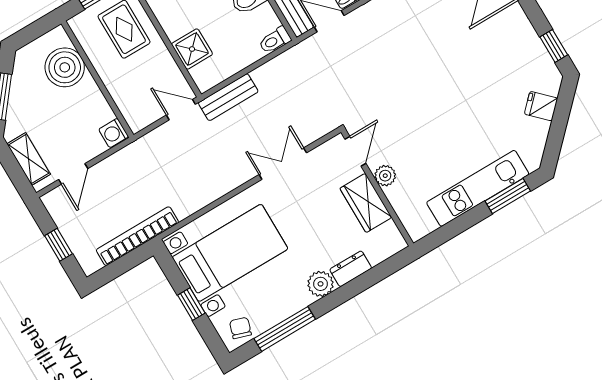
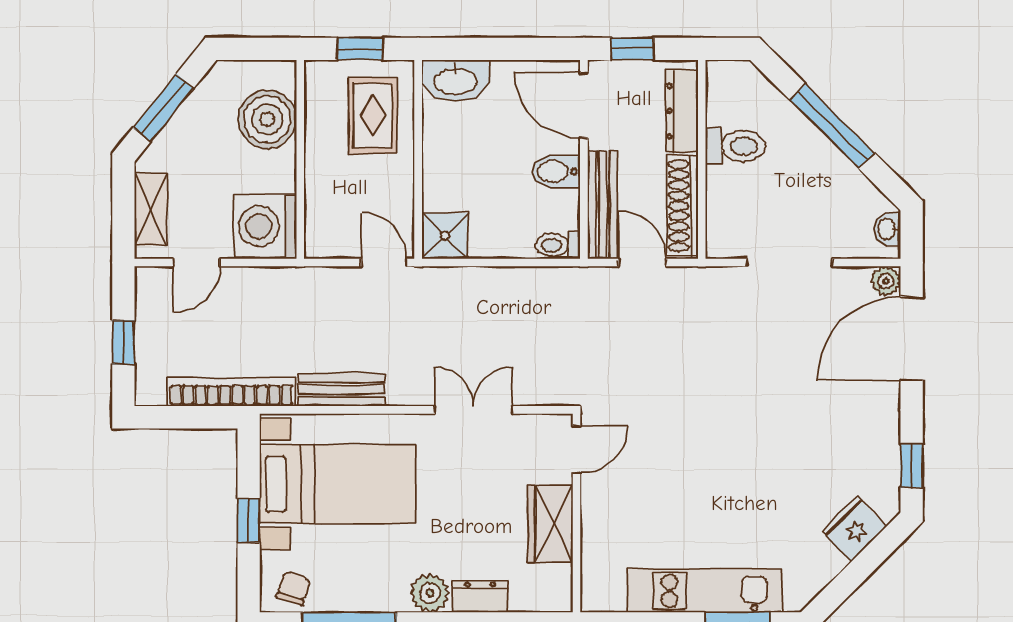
shower: (192, 49) -> (445, 236), moved
bench: (228, 97) -> (342, 390), moved
fridge: (541, 106) -> (854, 529), width x1.38
washing machine: (114, 133) -> (265, 226), width x1.89, depth x1.89
plant: (385, 176) -> (596, 504), removed

